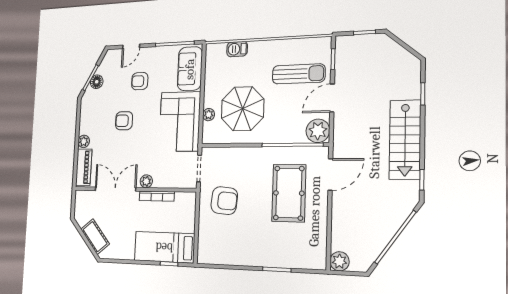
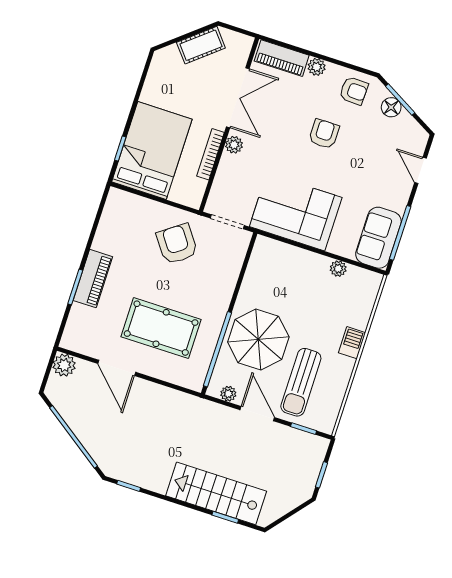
barbecue: (237, 49) -> (352, 343), moved
sofa: (190, 69) -> (378, 238), moved, turned -90
armchair: (140, 81) -> (354, 91), moved, turned 92
parasol: (243, 109) -> (258, 340), moved
plant: (209, 115) -> (338, 269), moved
plant: (318, 131) -> (228, 394), width x0.53, depth x0.53
stairs: (405, 140) -> (216, 493), moved
door: (330, 175) -> (117, 368), moved
armchair: (224, 201) -> (177, 244), turned 139
cot: (95, 237) -> (201, 45), moved
bed: (164, 247) -> (152, 150), width x1.50
piano: (267, 257) -> (93, 279), added

